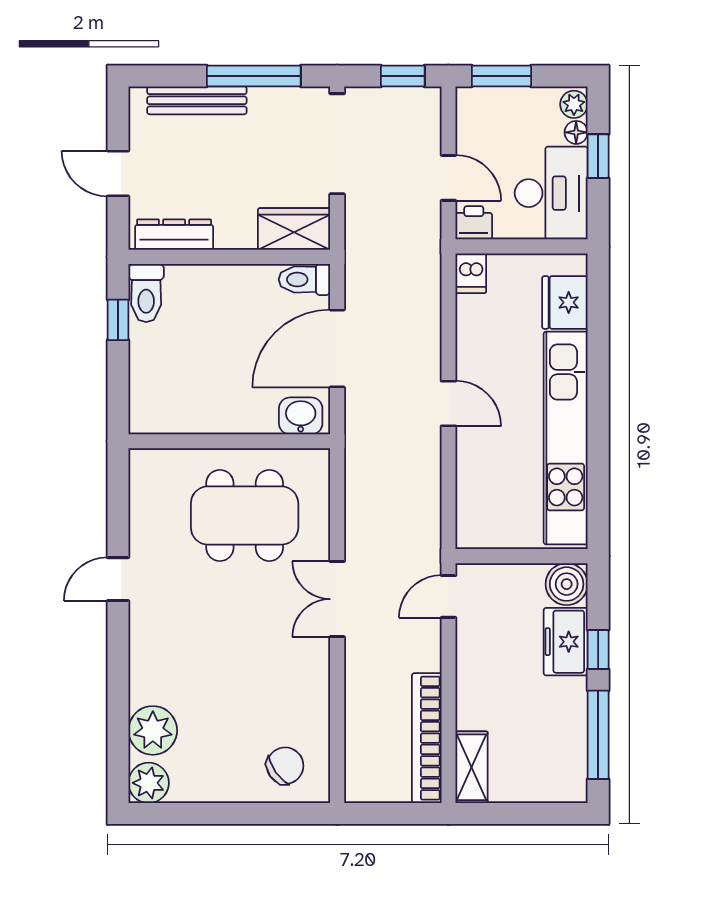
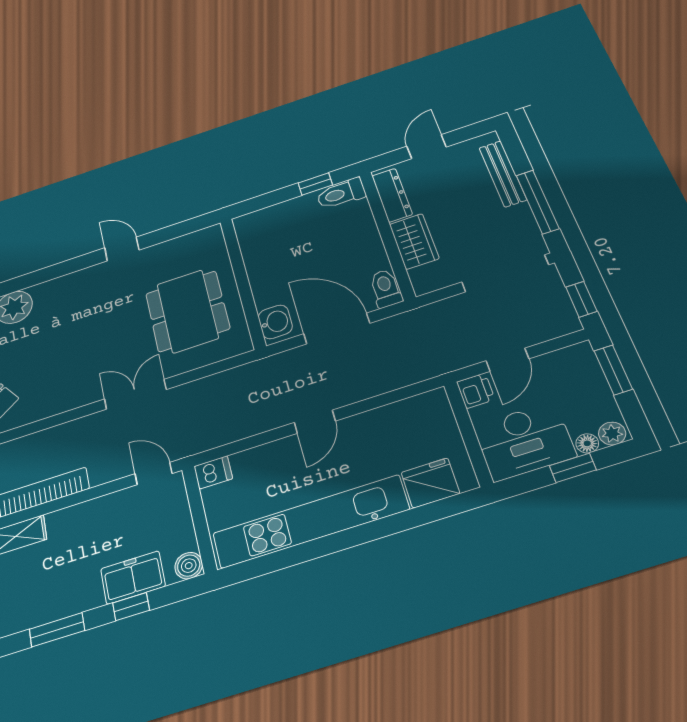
wardrobe: (294, 229) -> (414, 241), moved
dishwasher: (471, 273) -> (213, 472), moved, turned 180
boiler: (567, 584) -> (189, 566), width x0.73, depth x0.73
window: (598, 735) -> (57, 630), width x0.69

